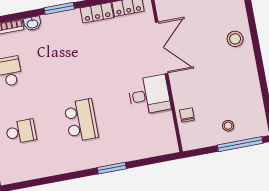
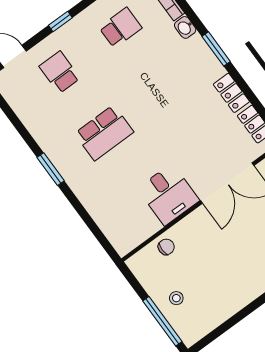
school desk: (21, 132) -> (60, 72), turned 180
window: (112, 168) -> (51, 169), moved

